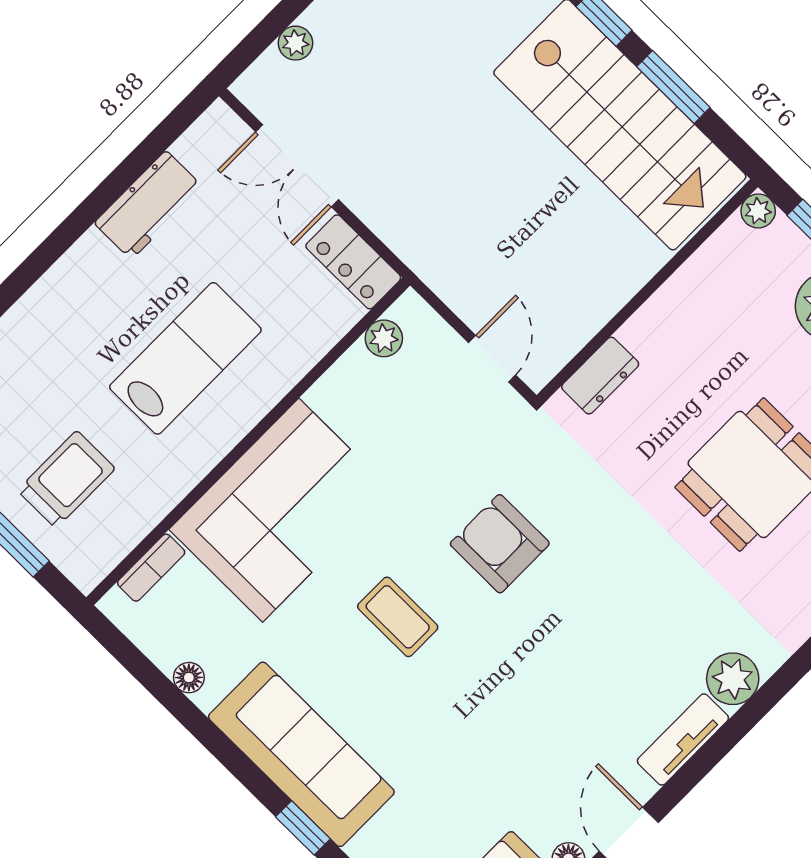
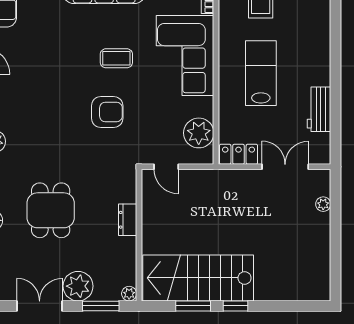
plant: (384, 338) -> (199, 133), width x1.88, depth x1.88
lab bench: (185, 358) -> (261, 73), turned 180
dresser: (600, 376) -> (128, 220), moved

